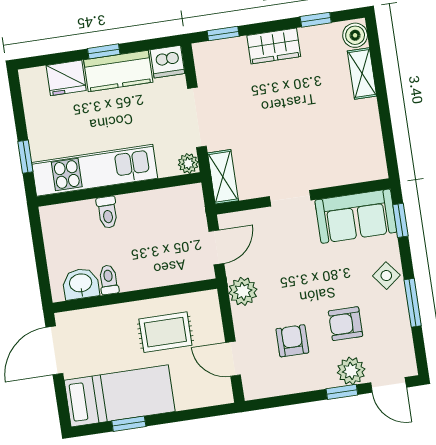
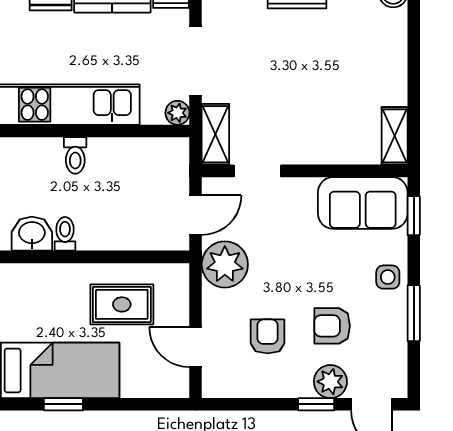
shelving: (362, 74) -> (395, 136), moved
doorway: (290, 198) -> (257, 171), moved
side table: (386, 276) -> (388, 277), turned 38
plant: (243, 291) -> (225, 264), width x1.36, depth x1.36

